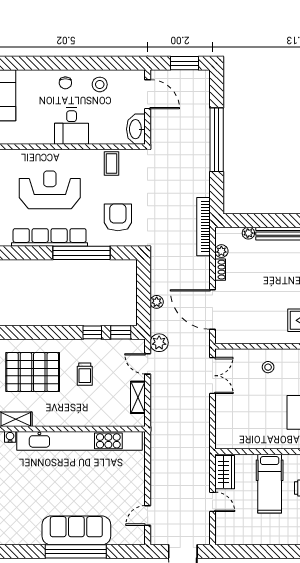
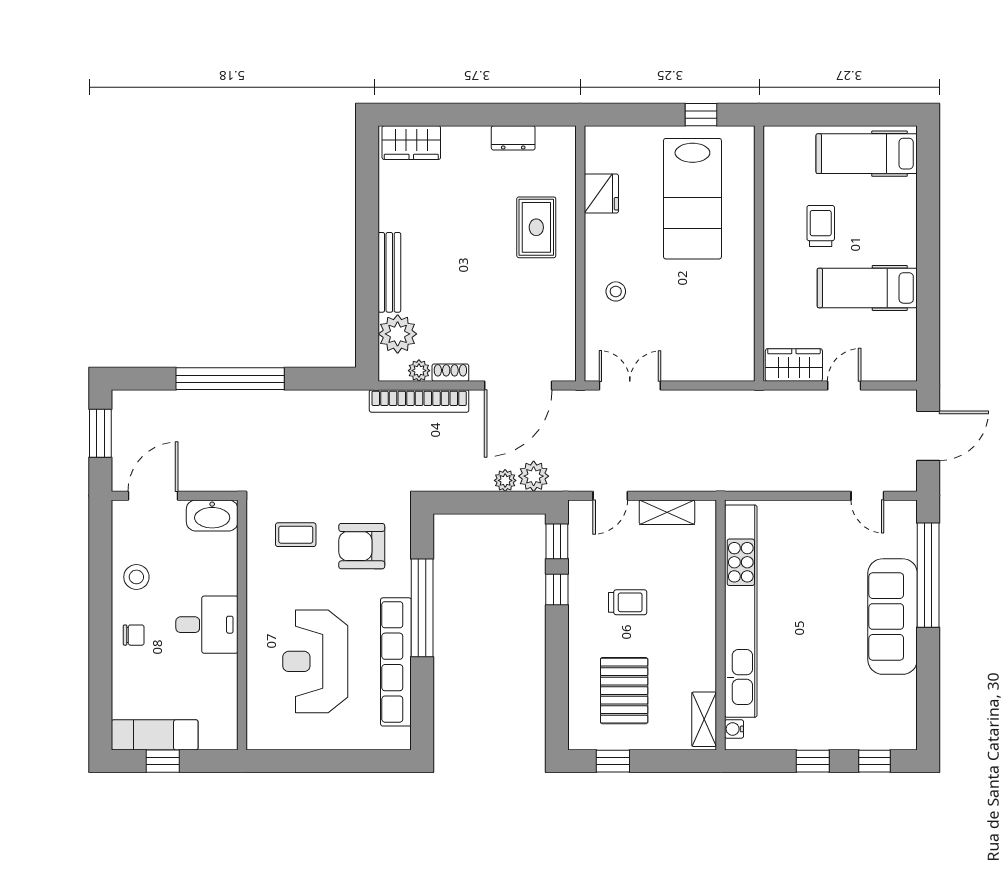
coffee table: (111, 164) -> (296, 535), moved
bookcase: (203, 227) -> (419, 401), moved
plant: (248, 233) -> (398, 334), width x1.88, depth x1.88
plant: (159, 343) -> (534, 476), moved
pallet: (33, 372) -> (624, 691), width x0.73, depth x0.71
hospital bed: (270, 484) -> (867, 288), moved, turned 180
window: (76, 551) -> (928, 575), moved

